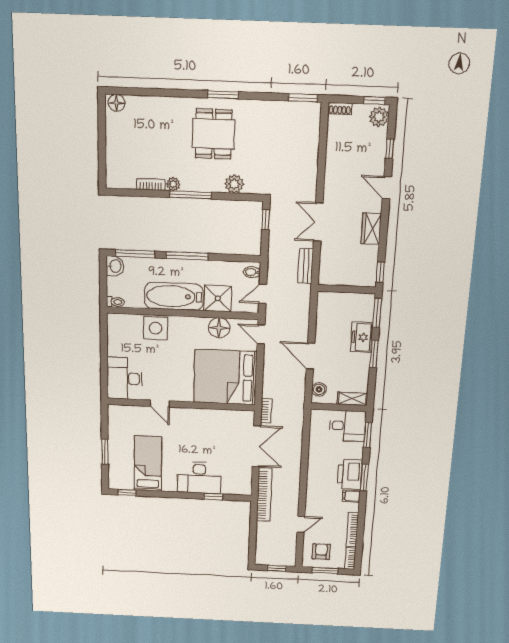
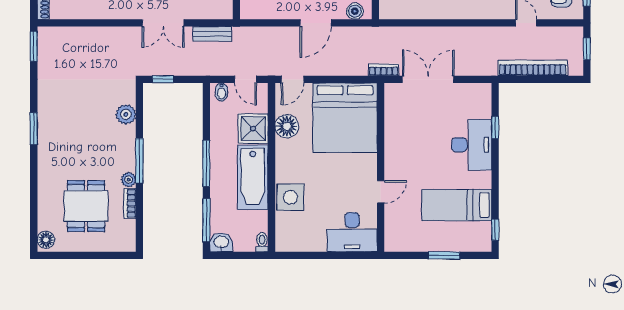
dining table: (214, 134) -> (86, 206), moved, turned 90
bookcase: (264, 495) -> (533, 68), moved

